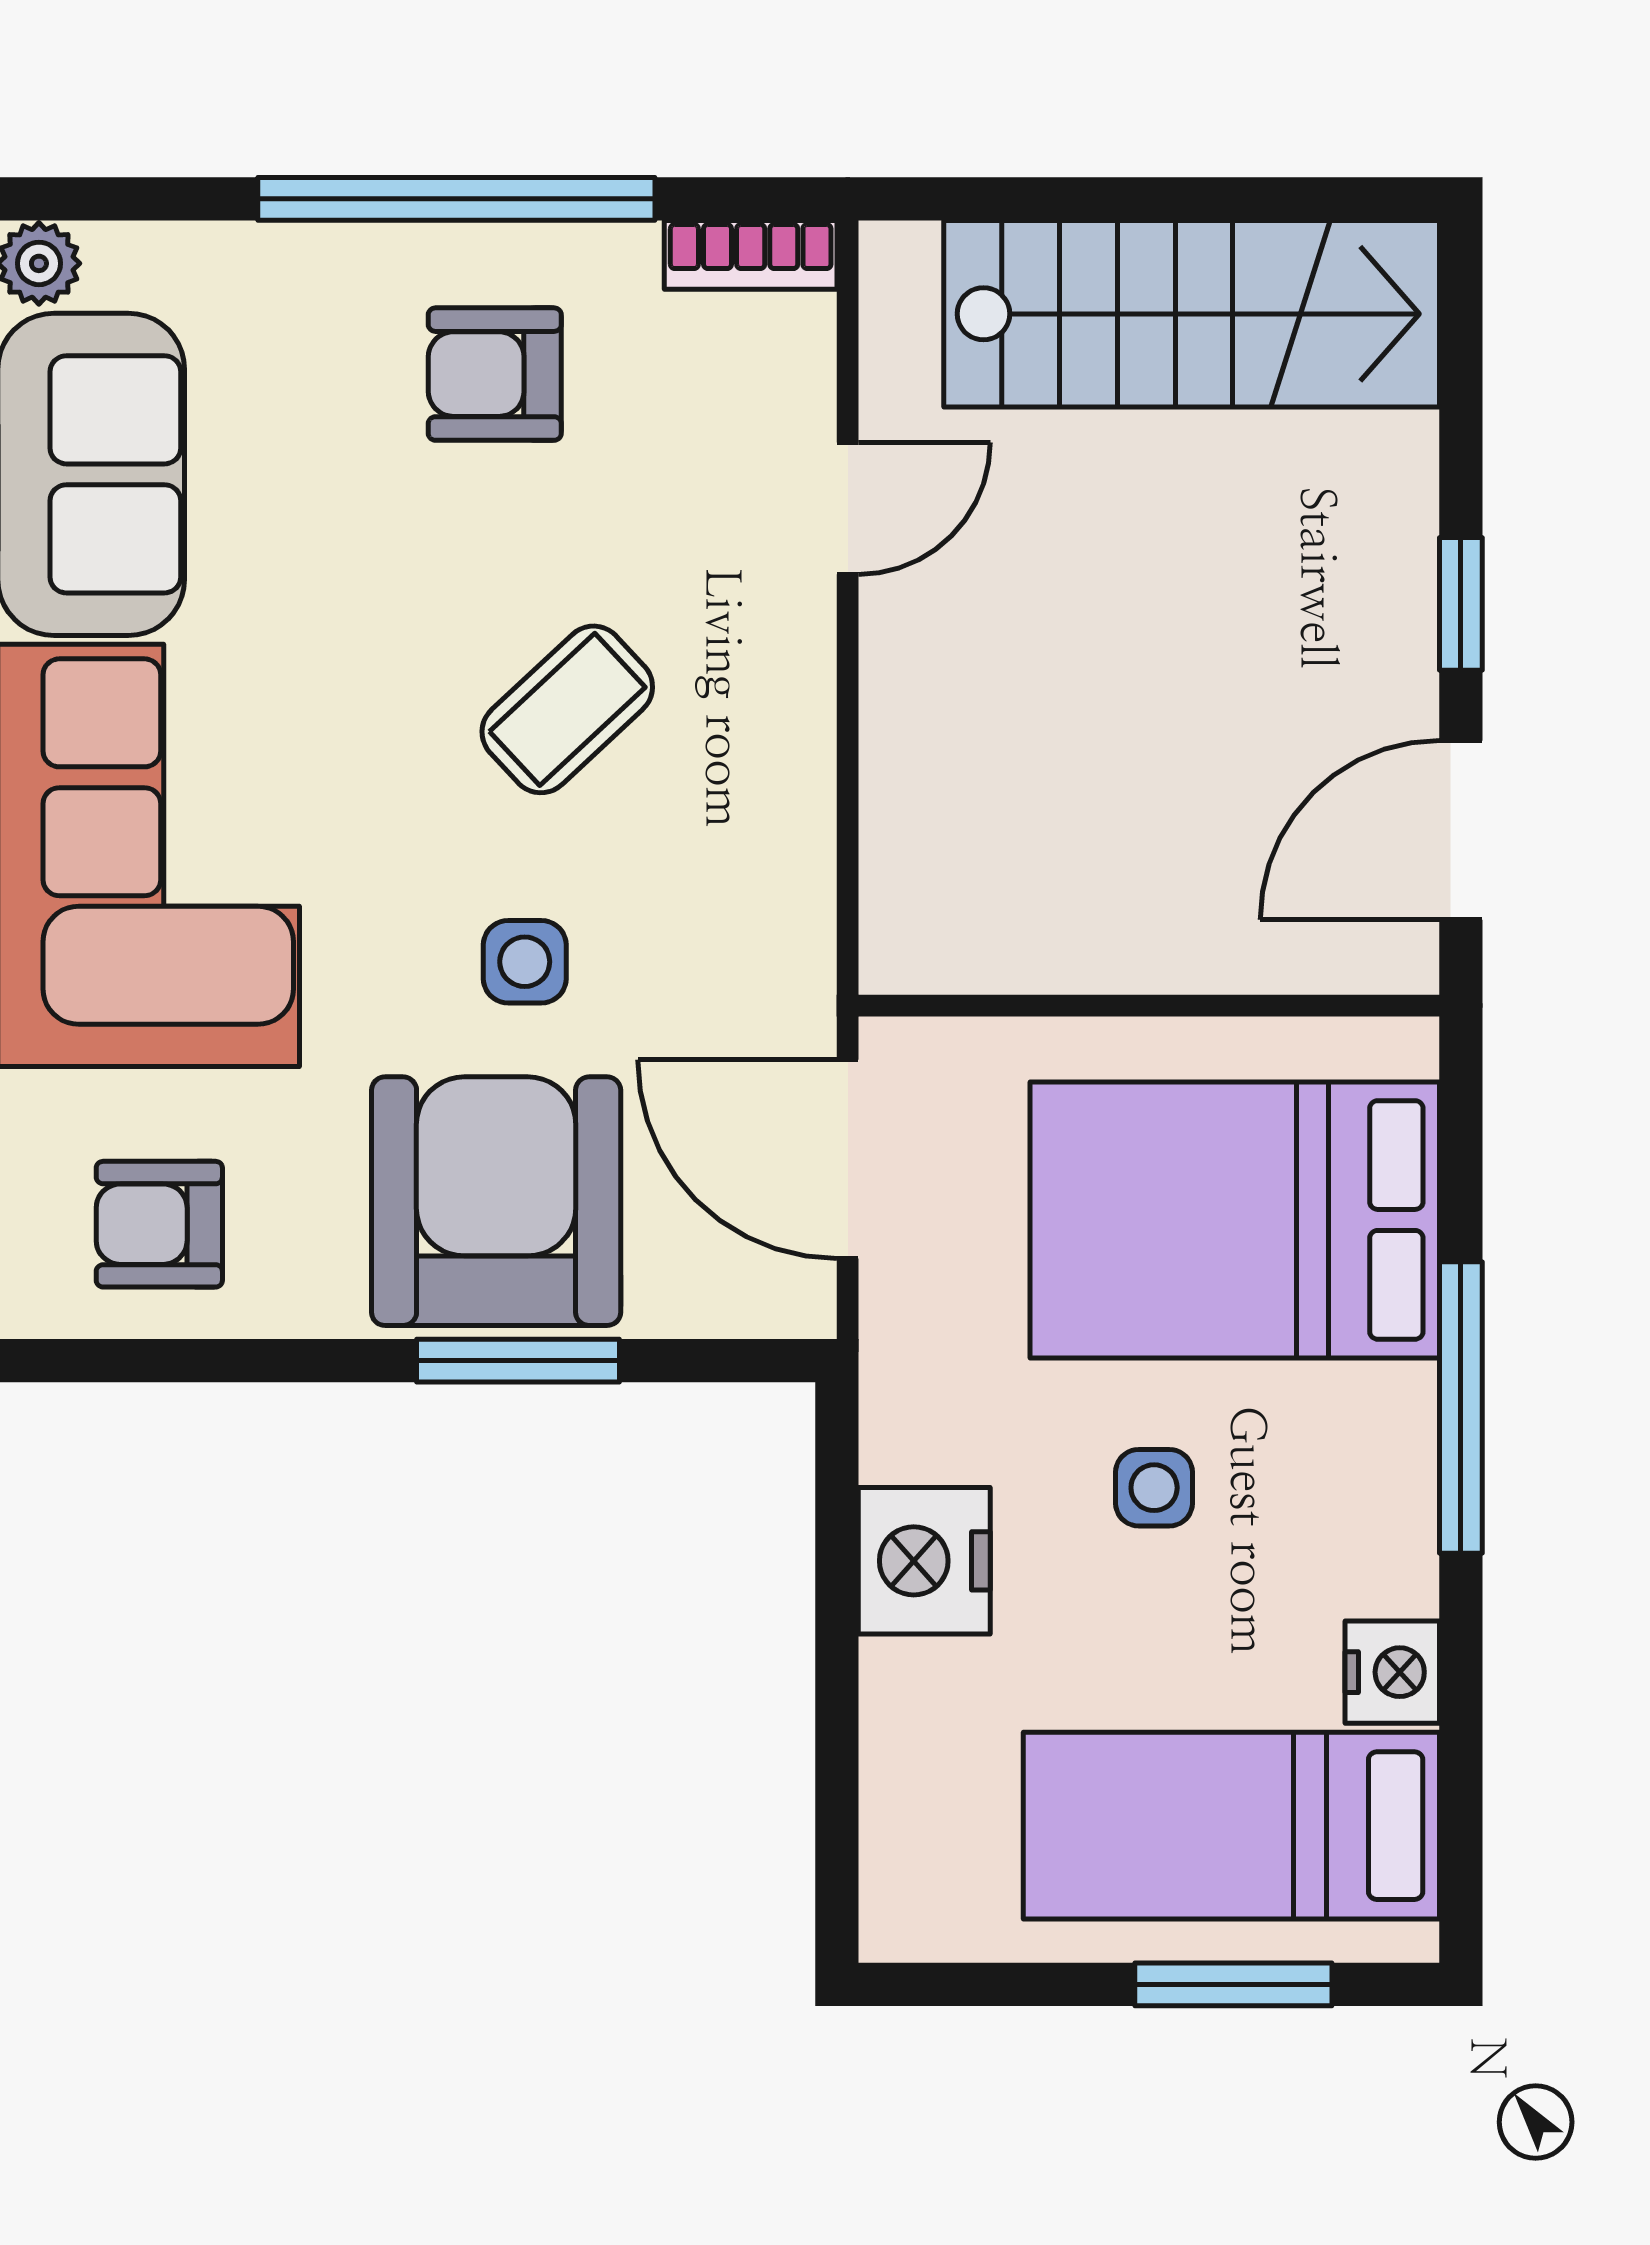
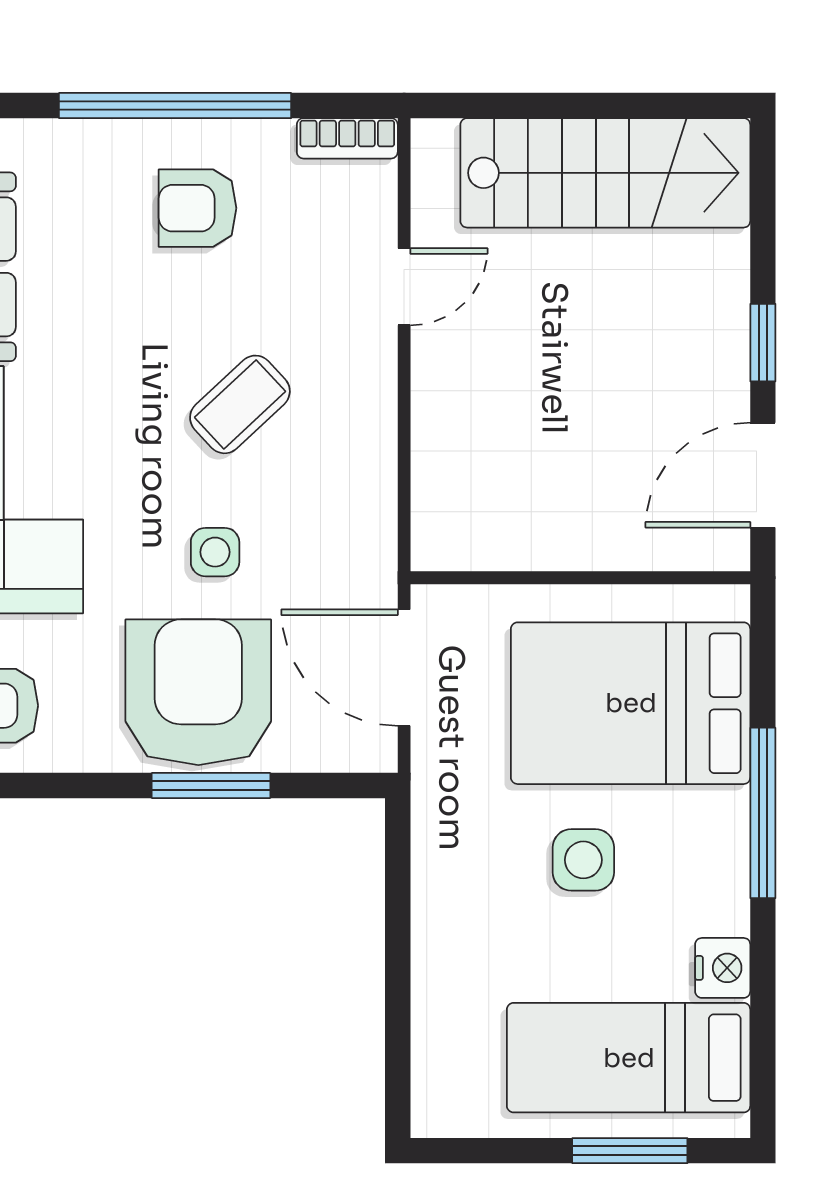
side table: (1154, 1488) -> (583, 860), width x1.37, depth x1.37
nightstand: (924, 1561) -> (449, 903), removed

